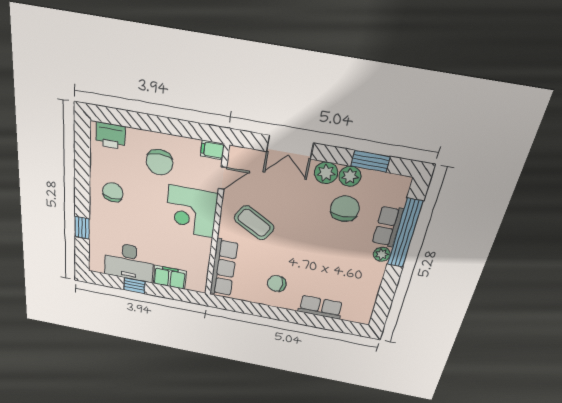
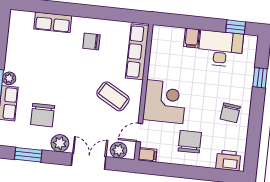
plant: (350, 176) -> (119, 150), moved
filing cabinet: (170, 277) -> (192, 38), width x0.50
chair: (277, 284) -> (91, 42), turned 180
window: (134, 286) -> (236, 27), moved

